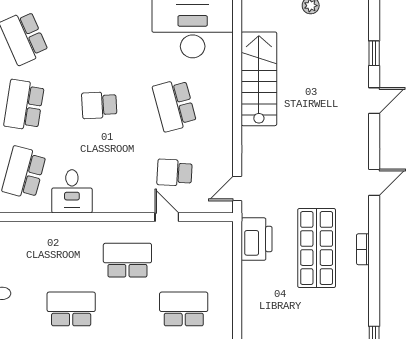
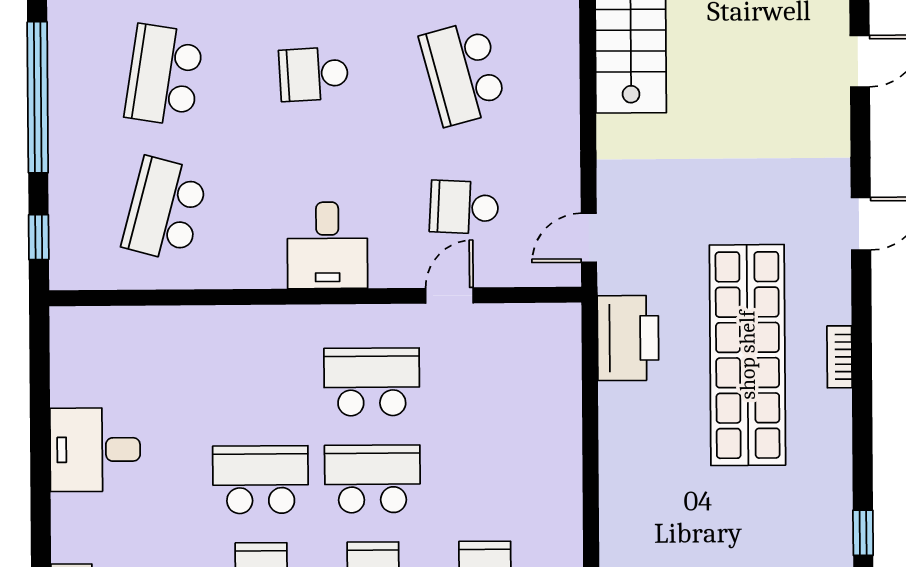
desk: (72, 191) -> (327, 245), moved
door: (167, 217) -> (449, 296), hinge flipped
shop shelf: (317, 248) -> (748, 355), width x1.40
school desk: (184, 309) -> (372, 479), moved

